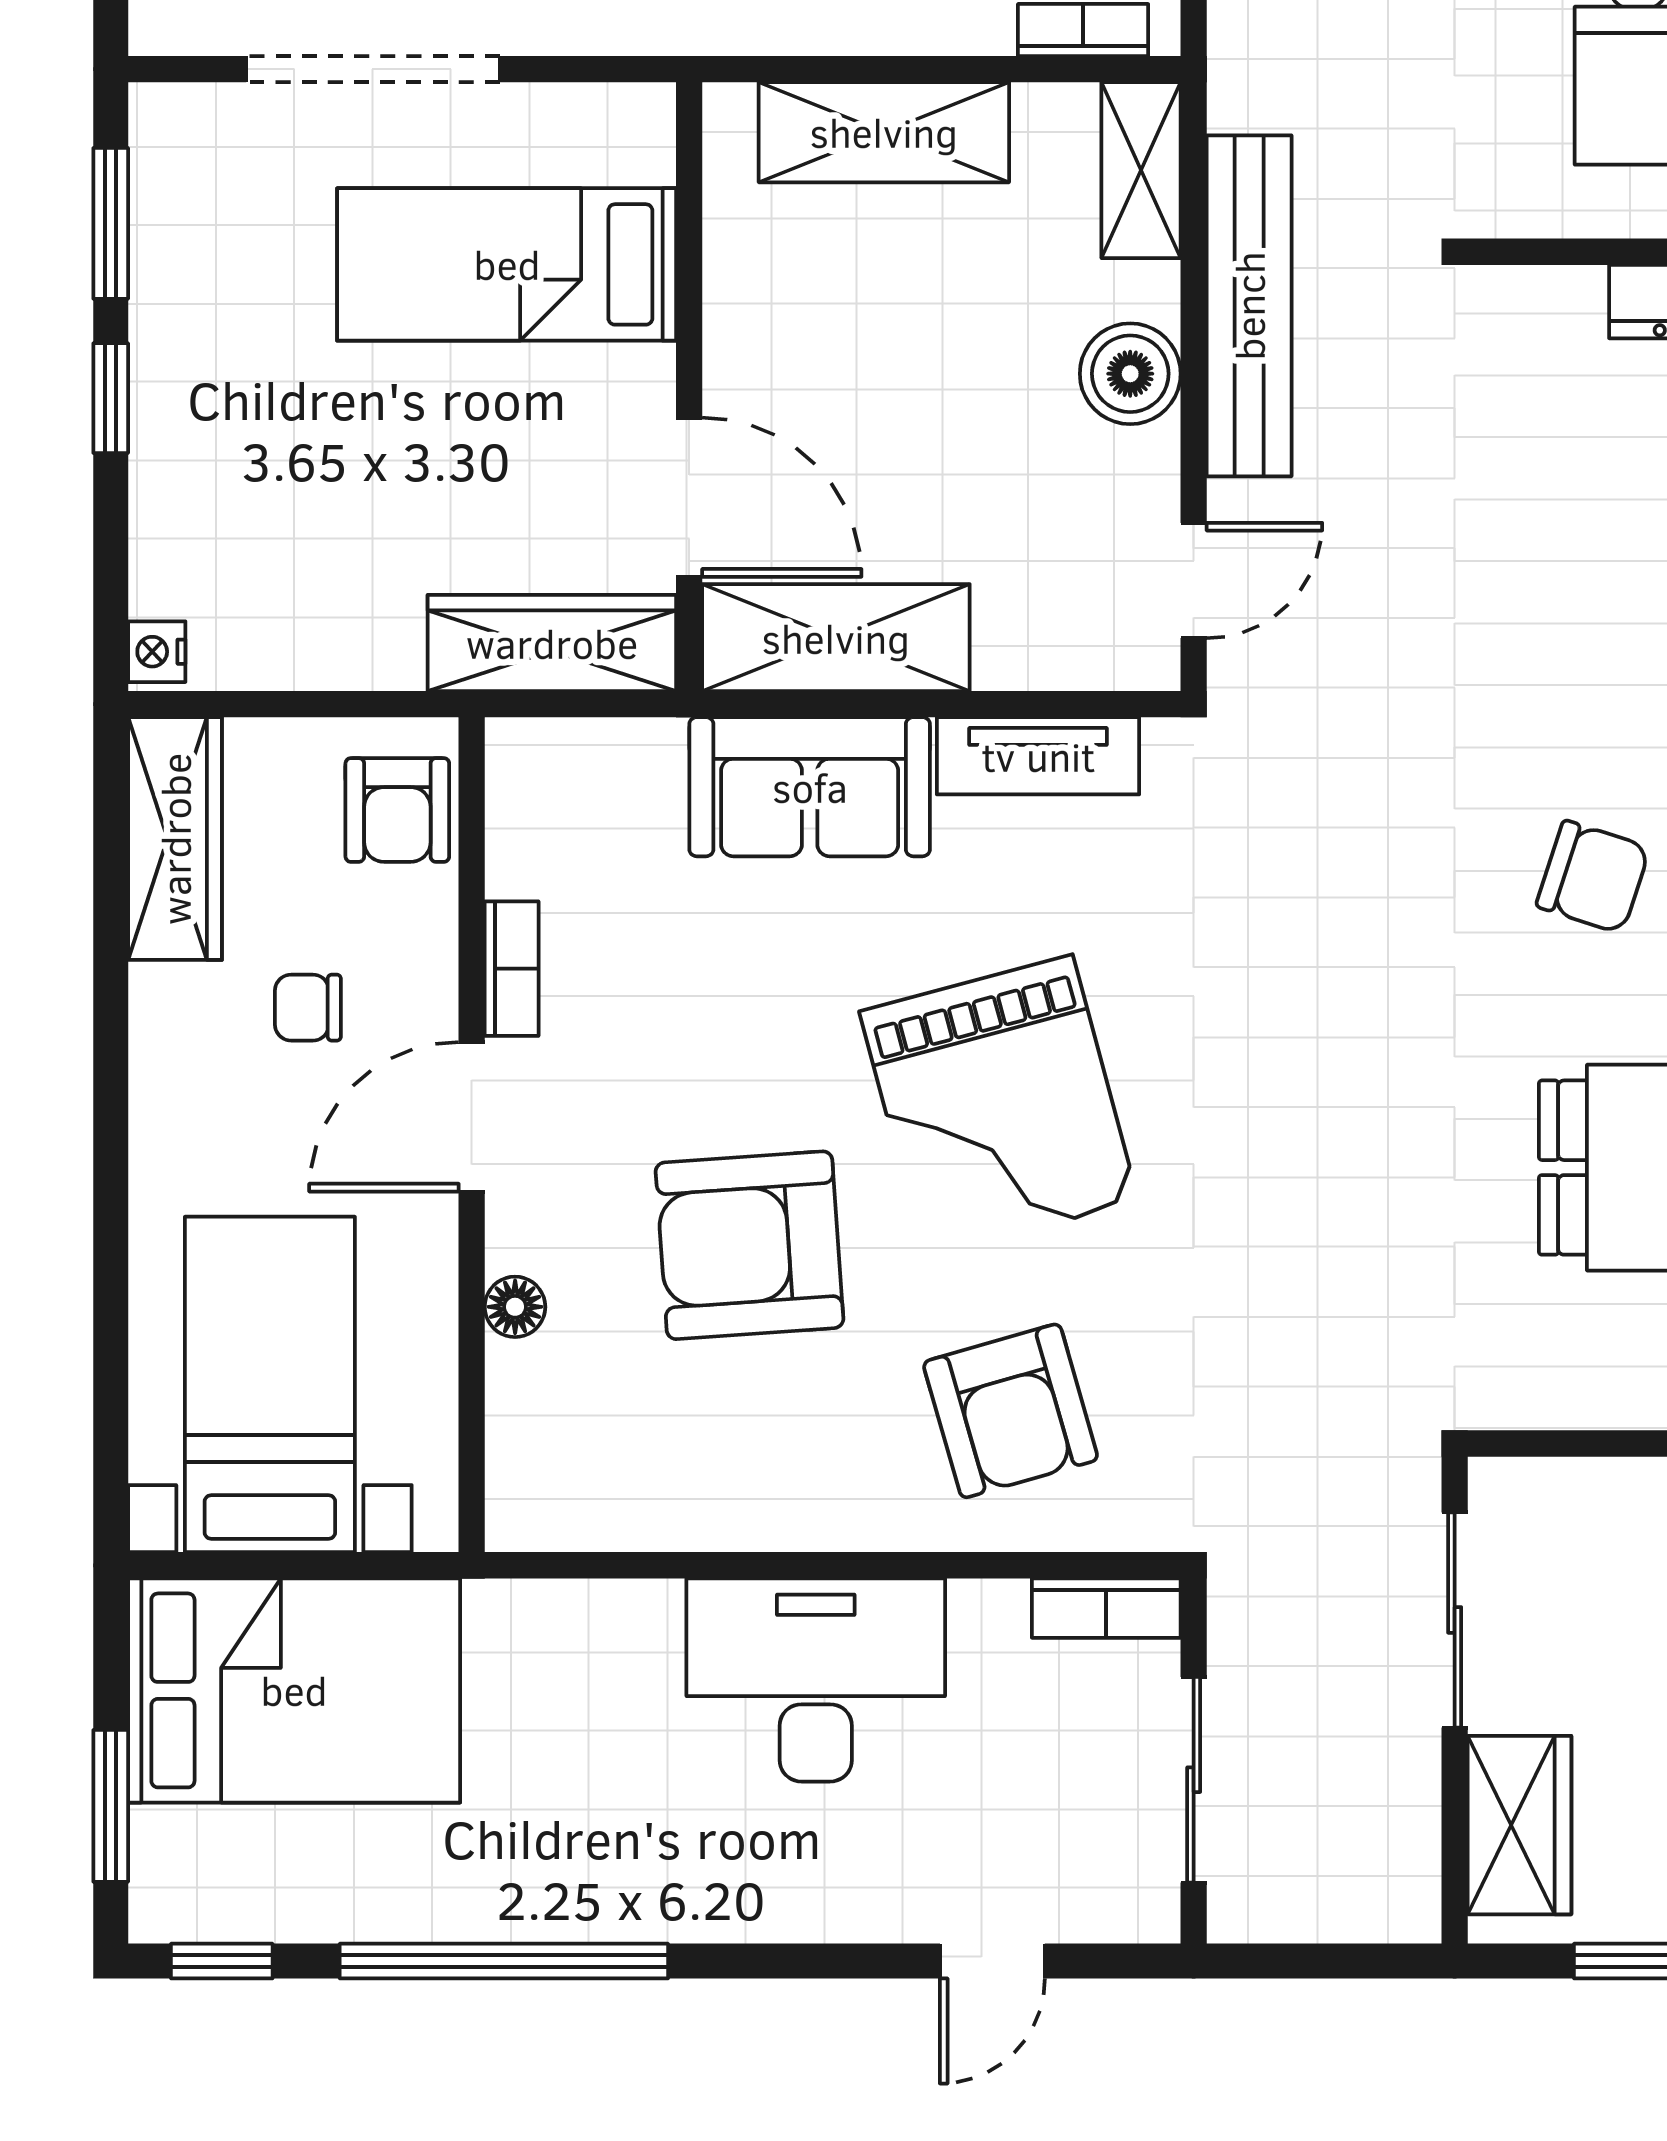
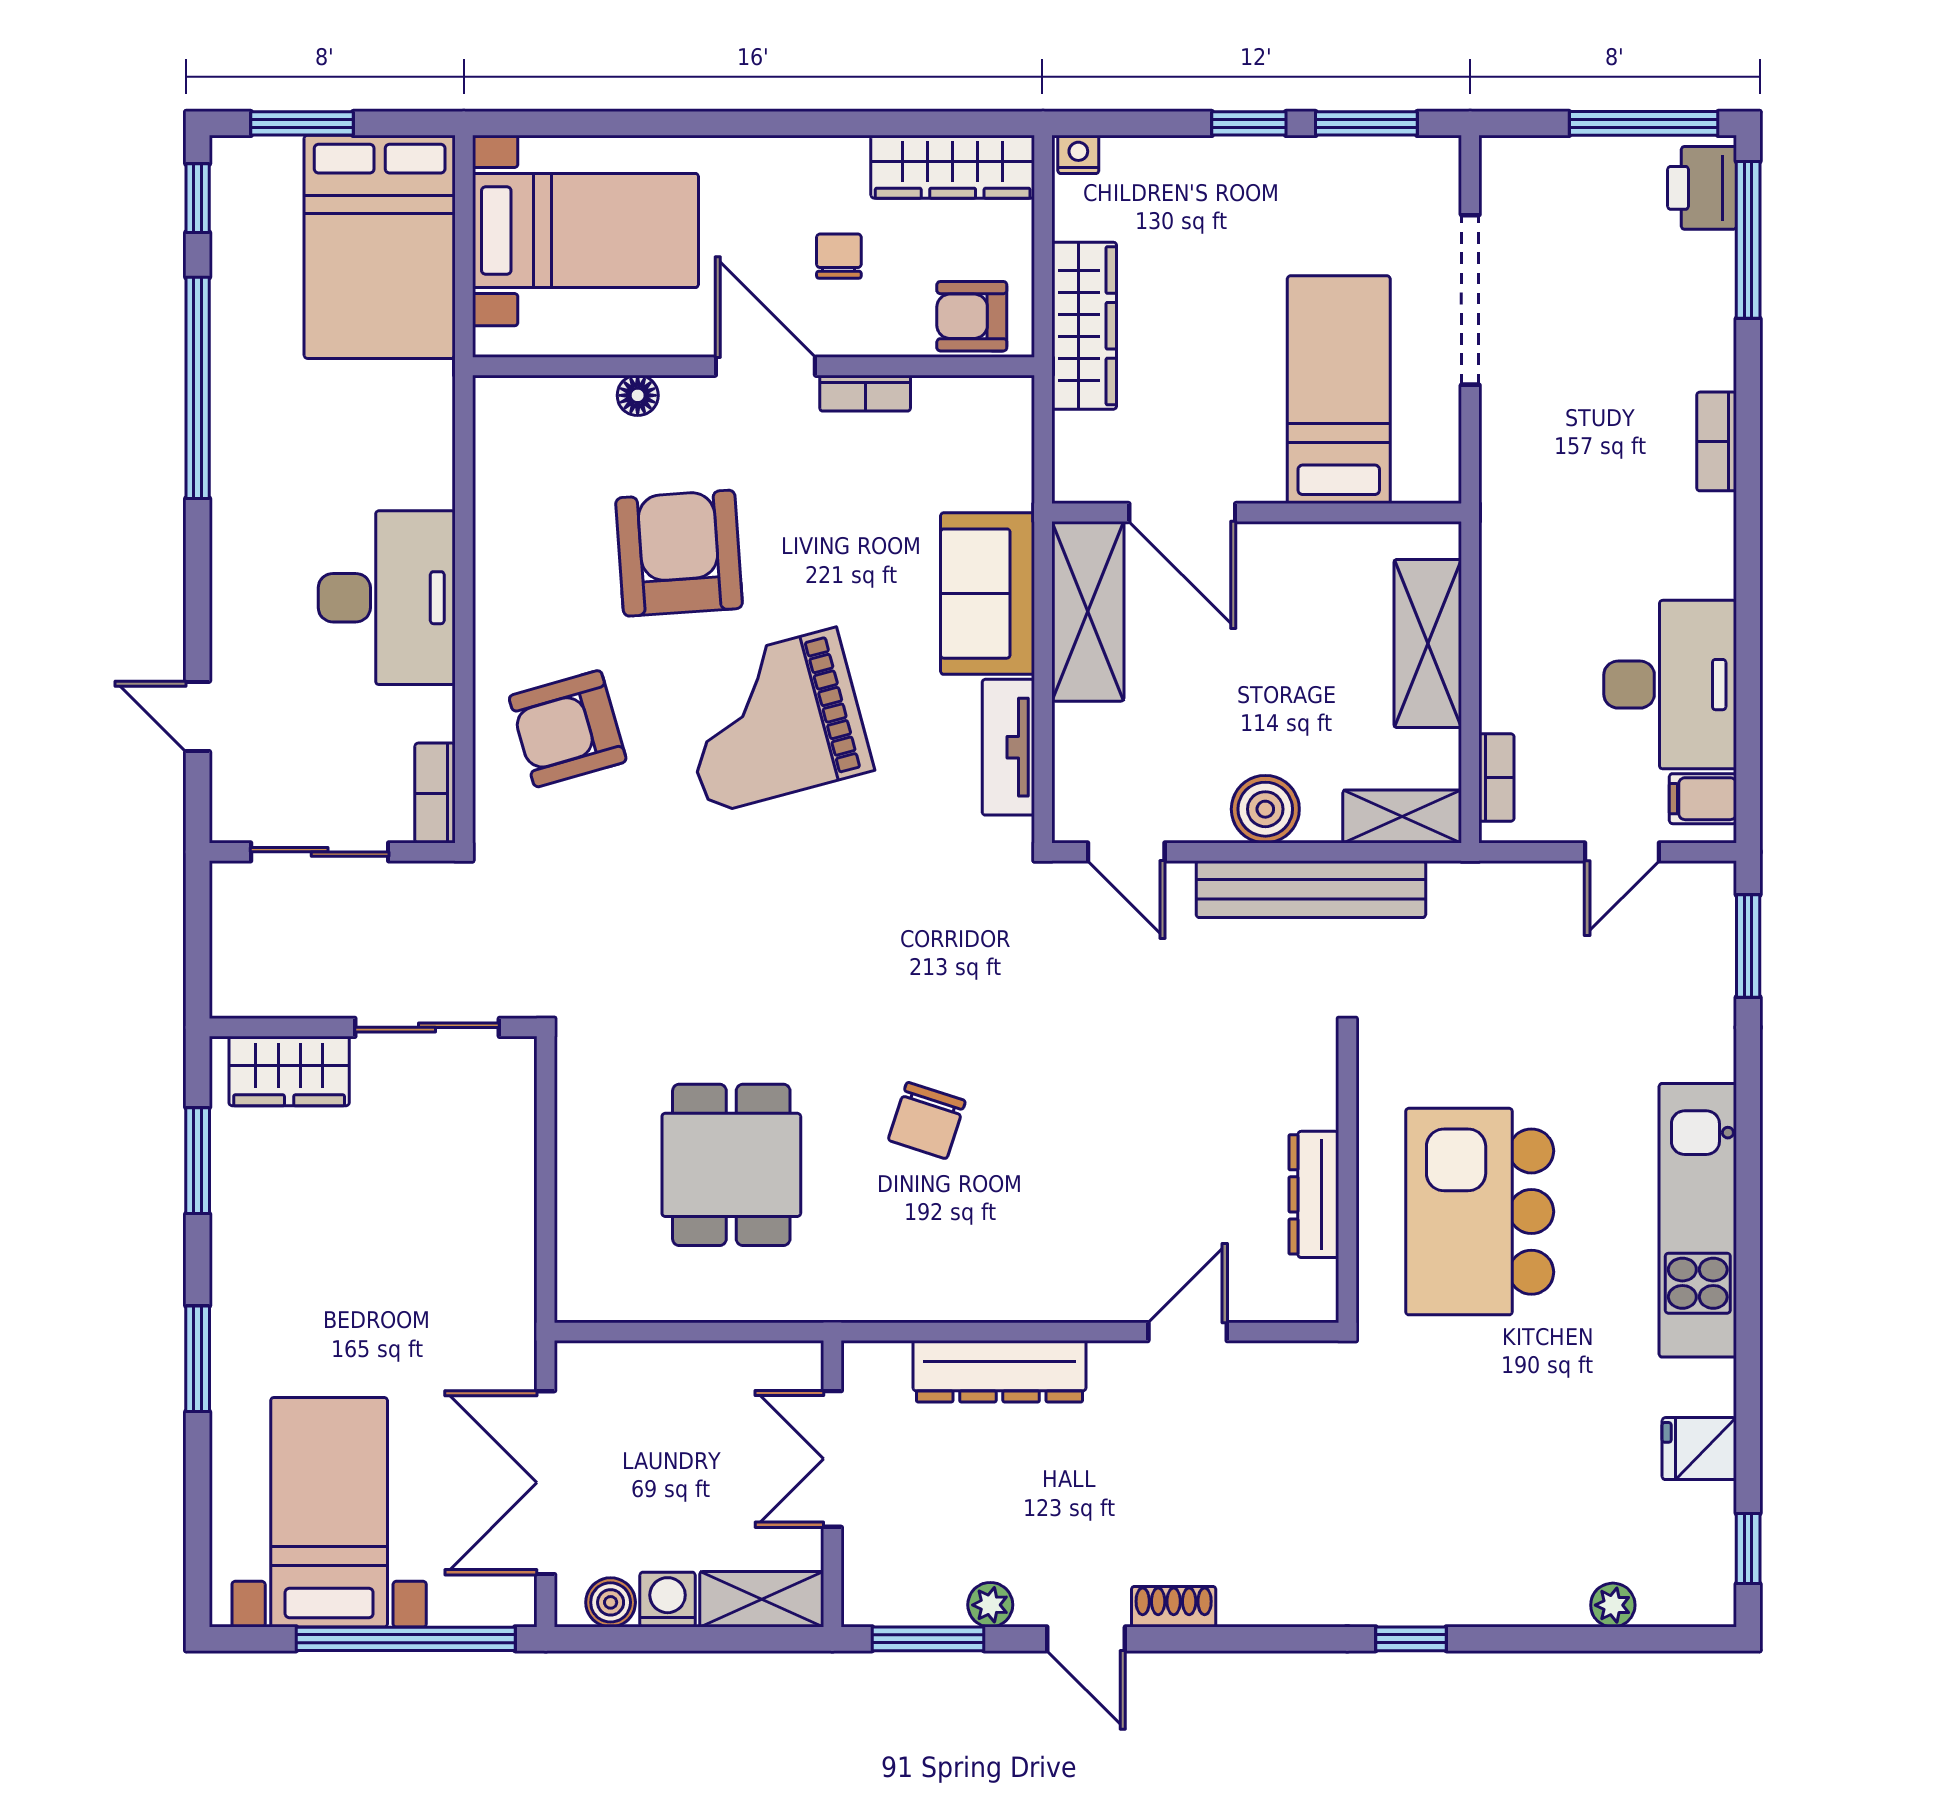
door: (689, 497) -> (1182, 513), hinge flipped
wardrobe: (552, 643) -> (1084, 326), moved

